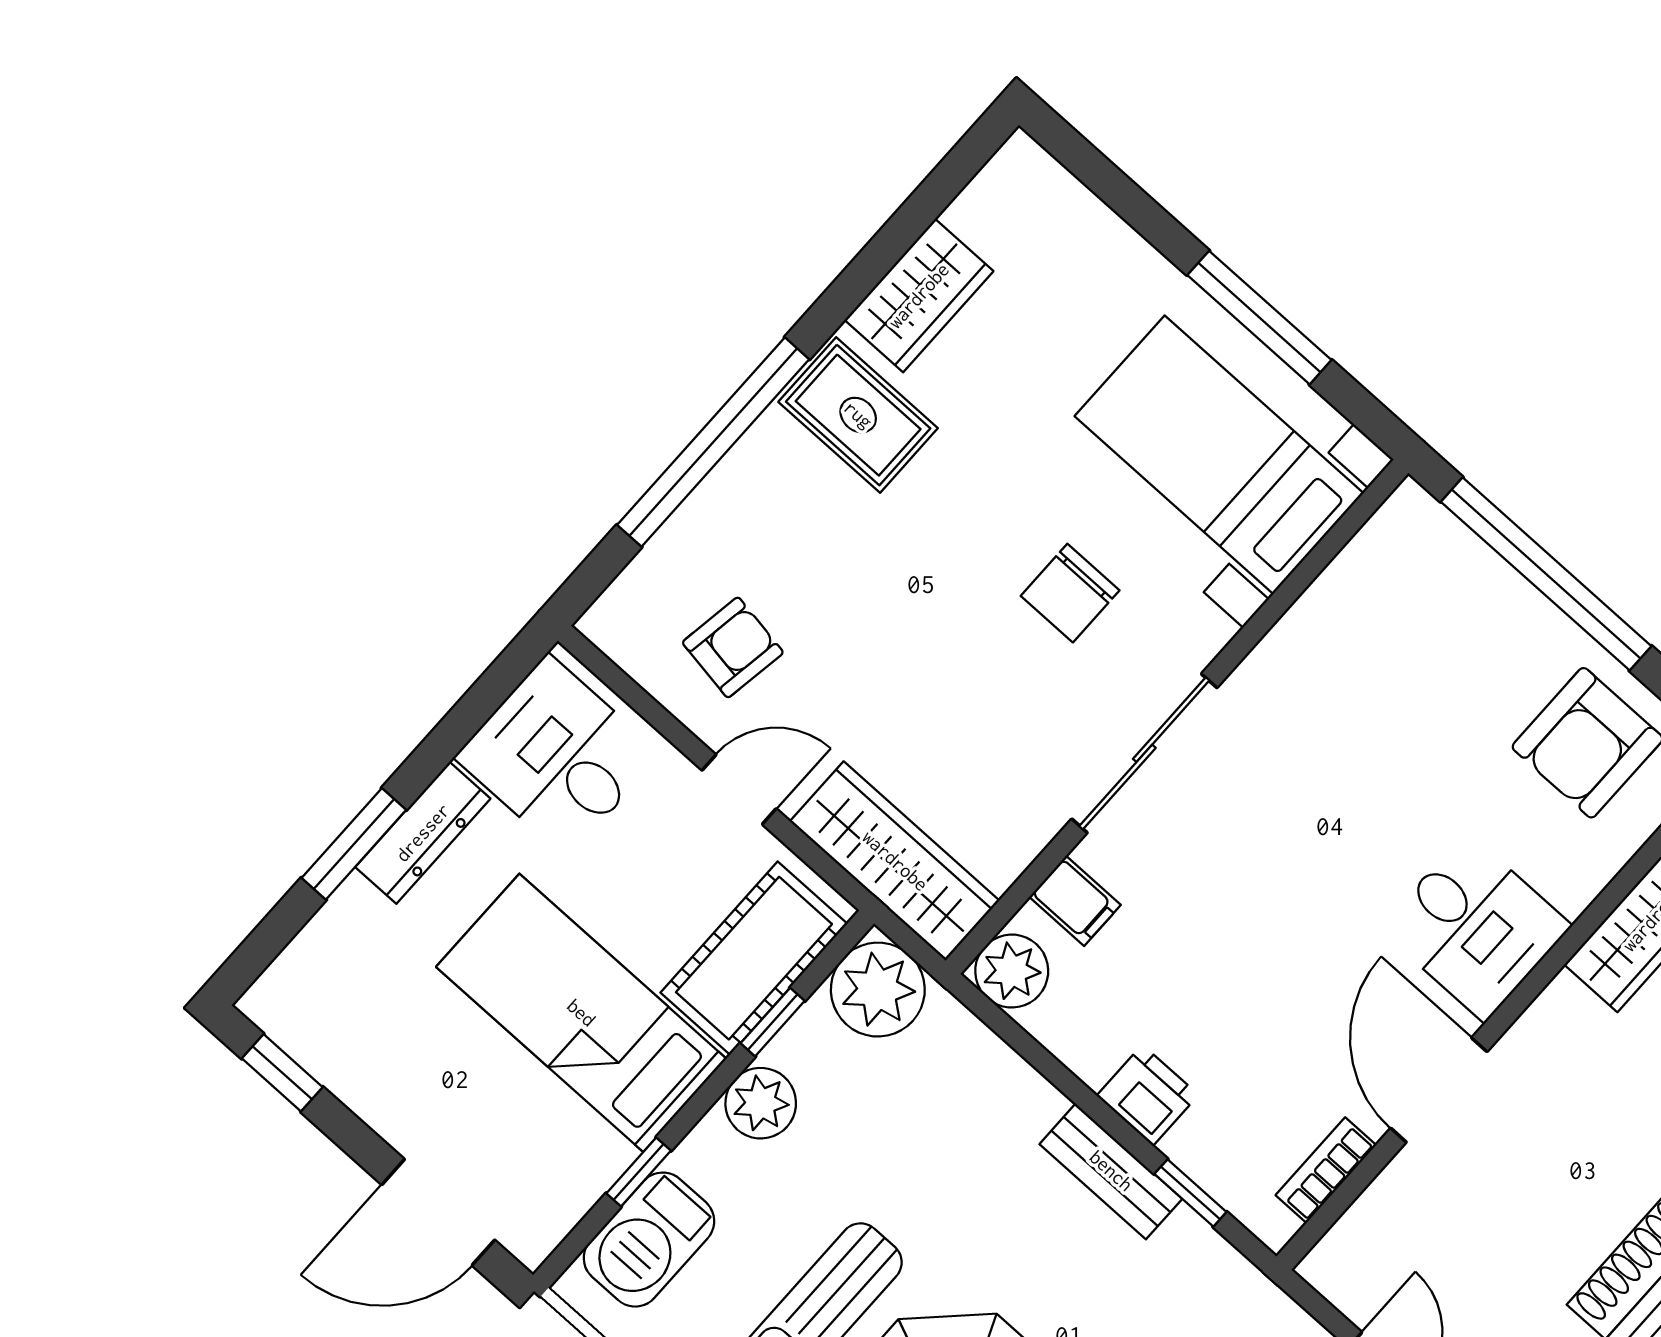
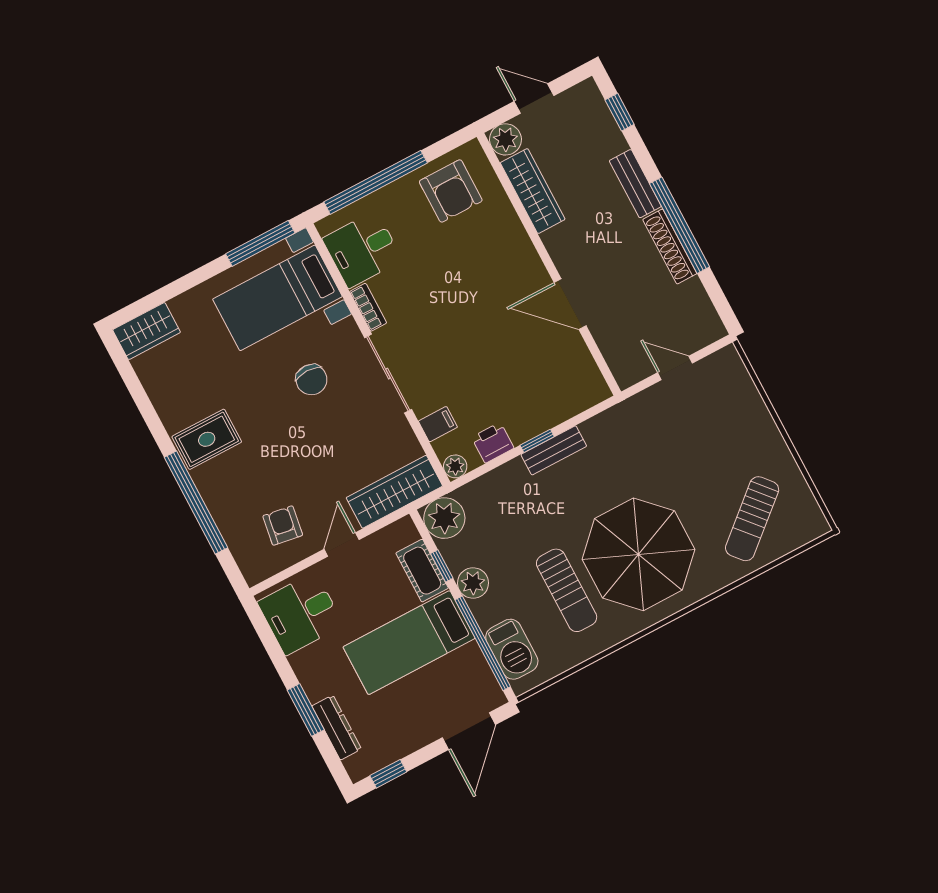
wardrobe: (919, 296) -> (147, 331), moved, turned 90
window: (1259, 318) -> (260, 243), moved
dresser: (423, 833) -> (337, 727), moved
desk: (1475, 927) -> (362, 249), moved, turned 180
cot: (754, 958) -> (422, 571), width x0.73, depth x0.75
plant: (1012, 971) -> (455, 466), width x0.73, depth x0.73
printer: (1148, 1095) -> (493, 443), moved
bookcase: (1326, 1170) -> (368, 307), moved, turned 180
window: (639, 1172) -> (483, 643), width x3.17
window: (1190, 1193) -> (537, 441), moved

